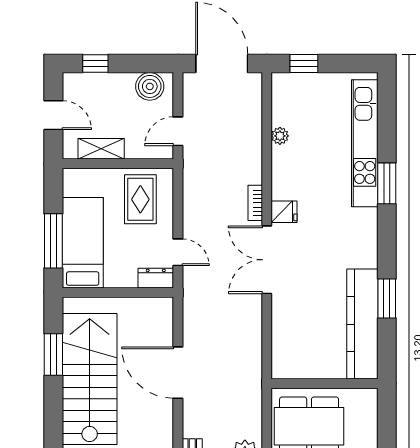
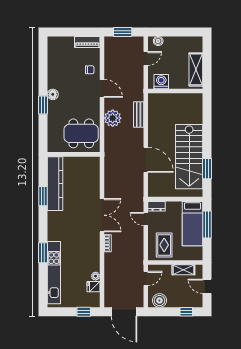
fridge: (284, 212) -> (93, 287), moved

